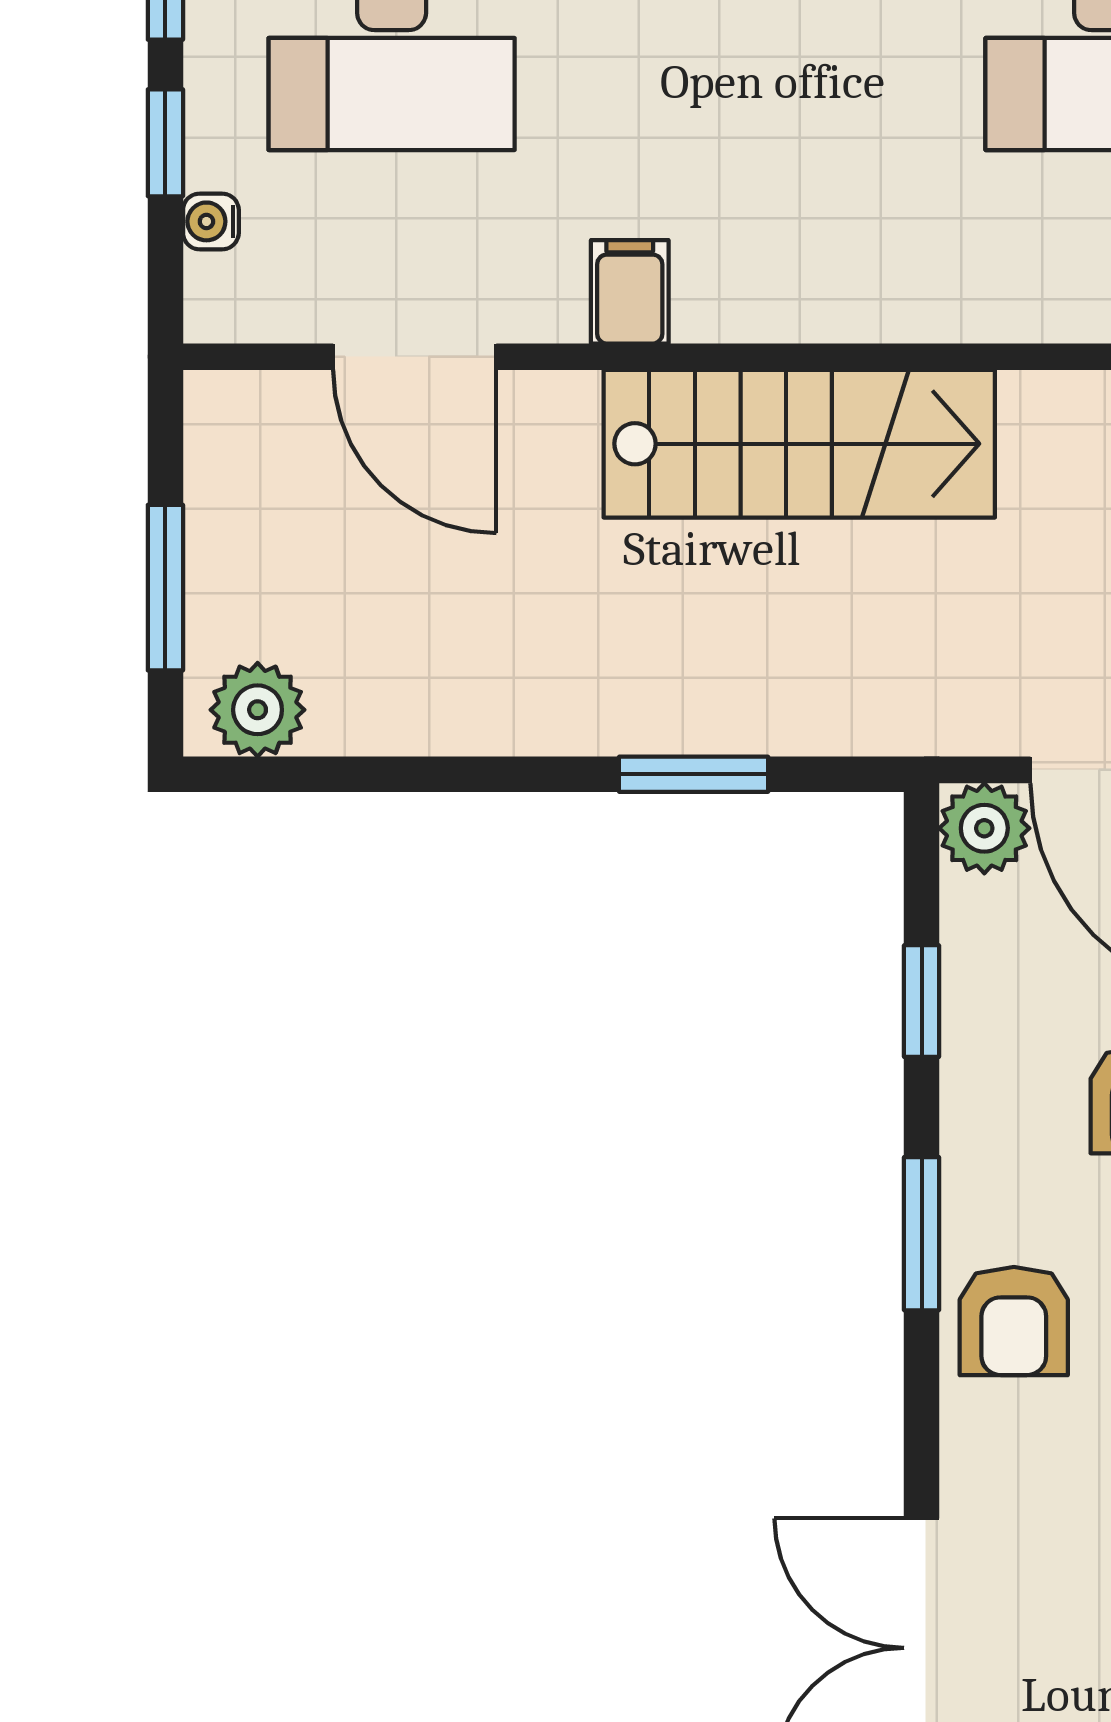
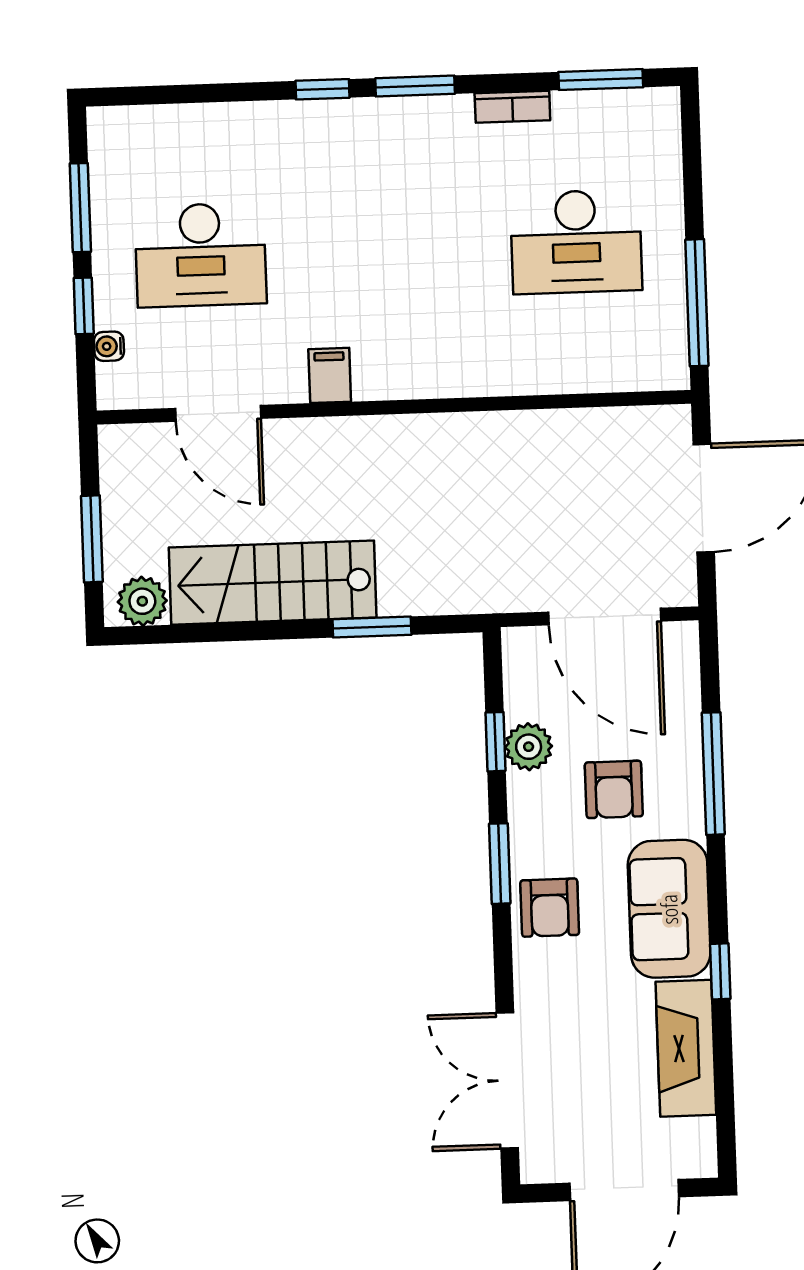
stairs: (799, 444) -> (273, 583), moved, turned 180
plant: (984, 828) -> (529, 747), moved

